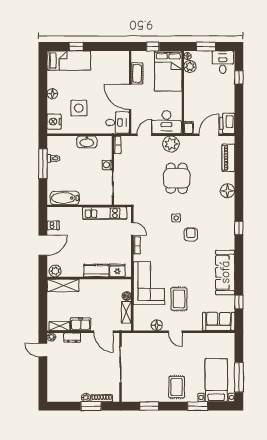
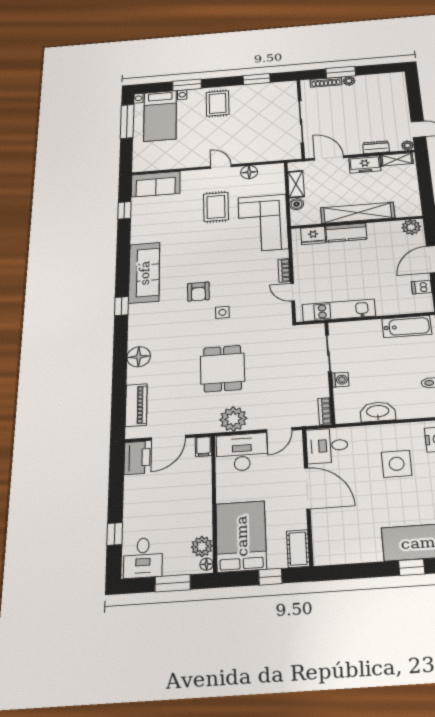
cot: (137, 73) -> (298, 549), moved
sofa: (225, 272) -> (144, 273), moved
shelving: (63, 285) -> (358, 213), moved, width x1.47

